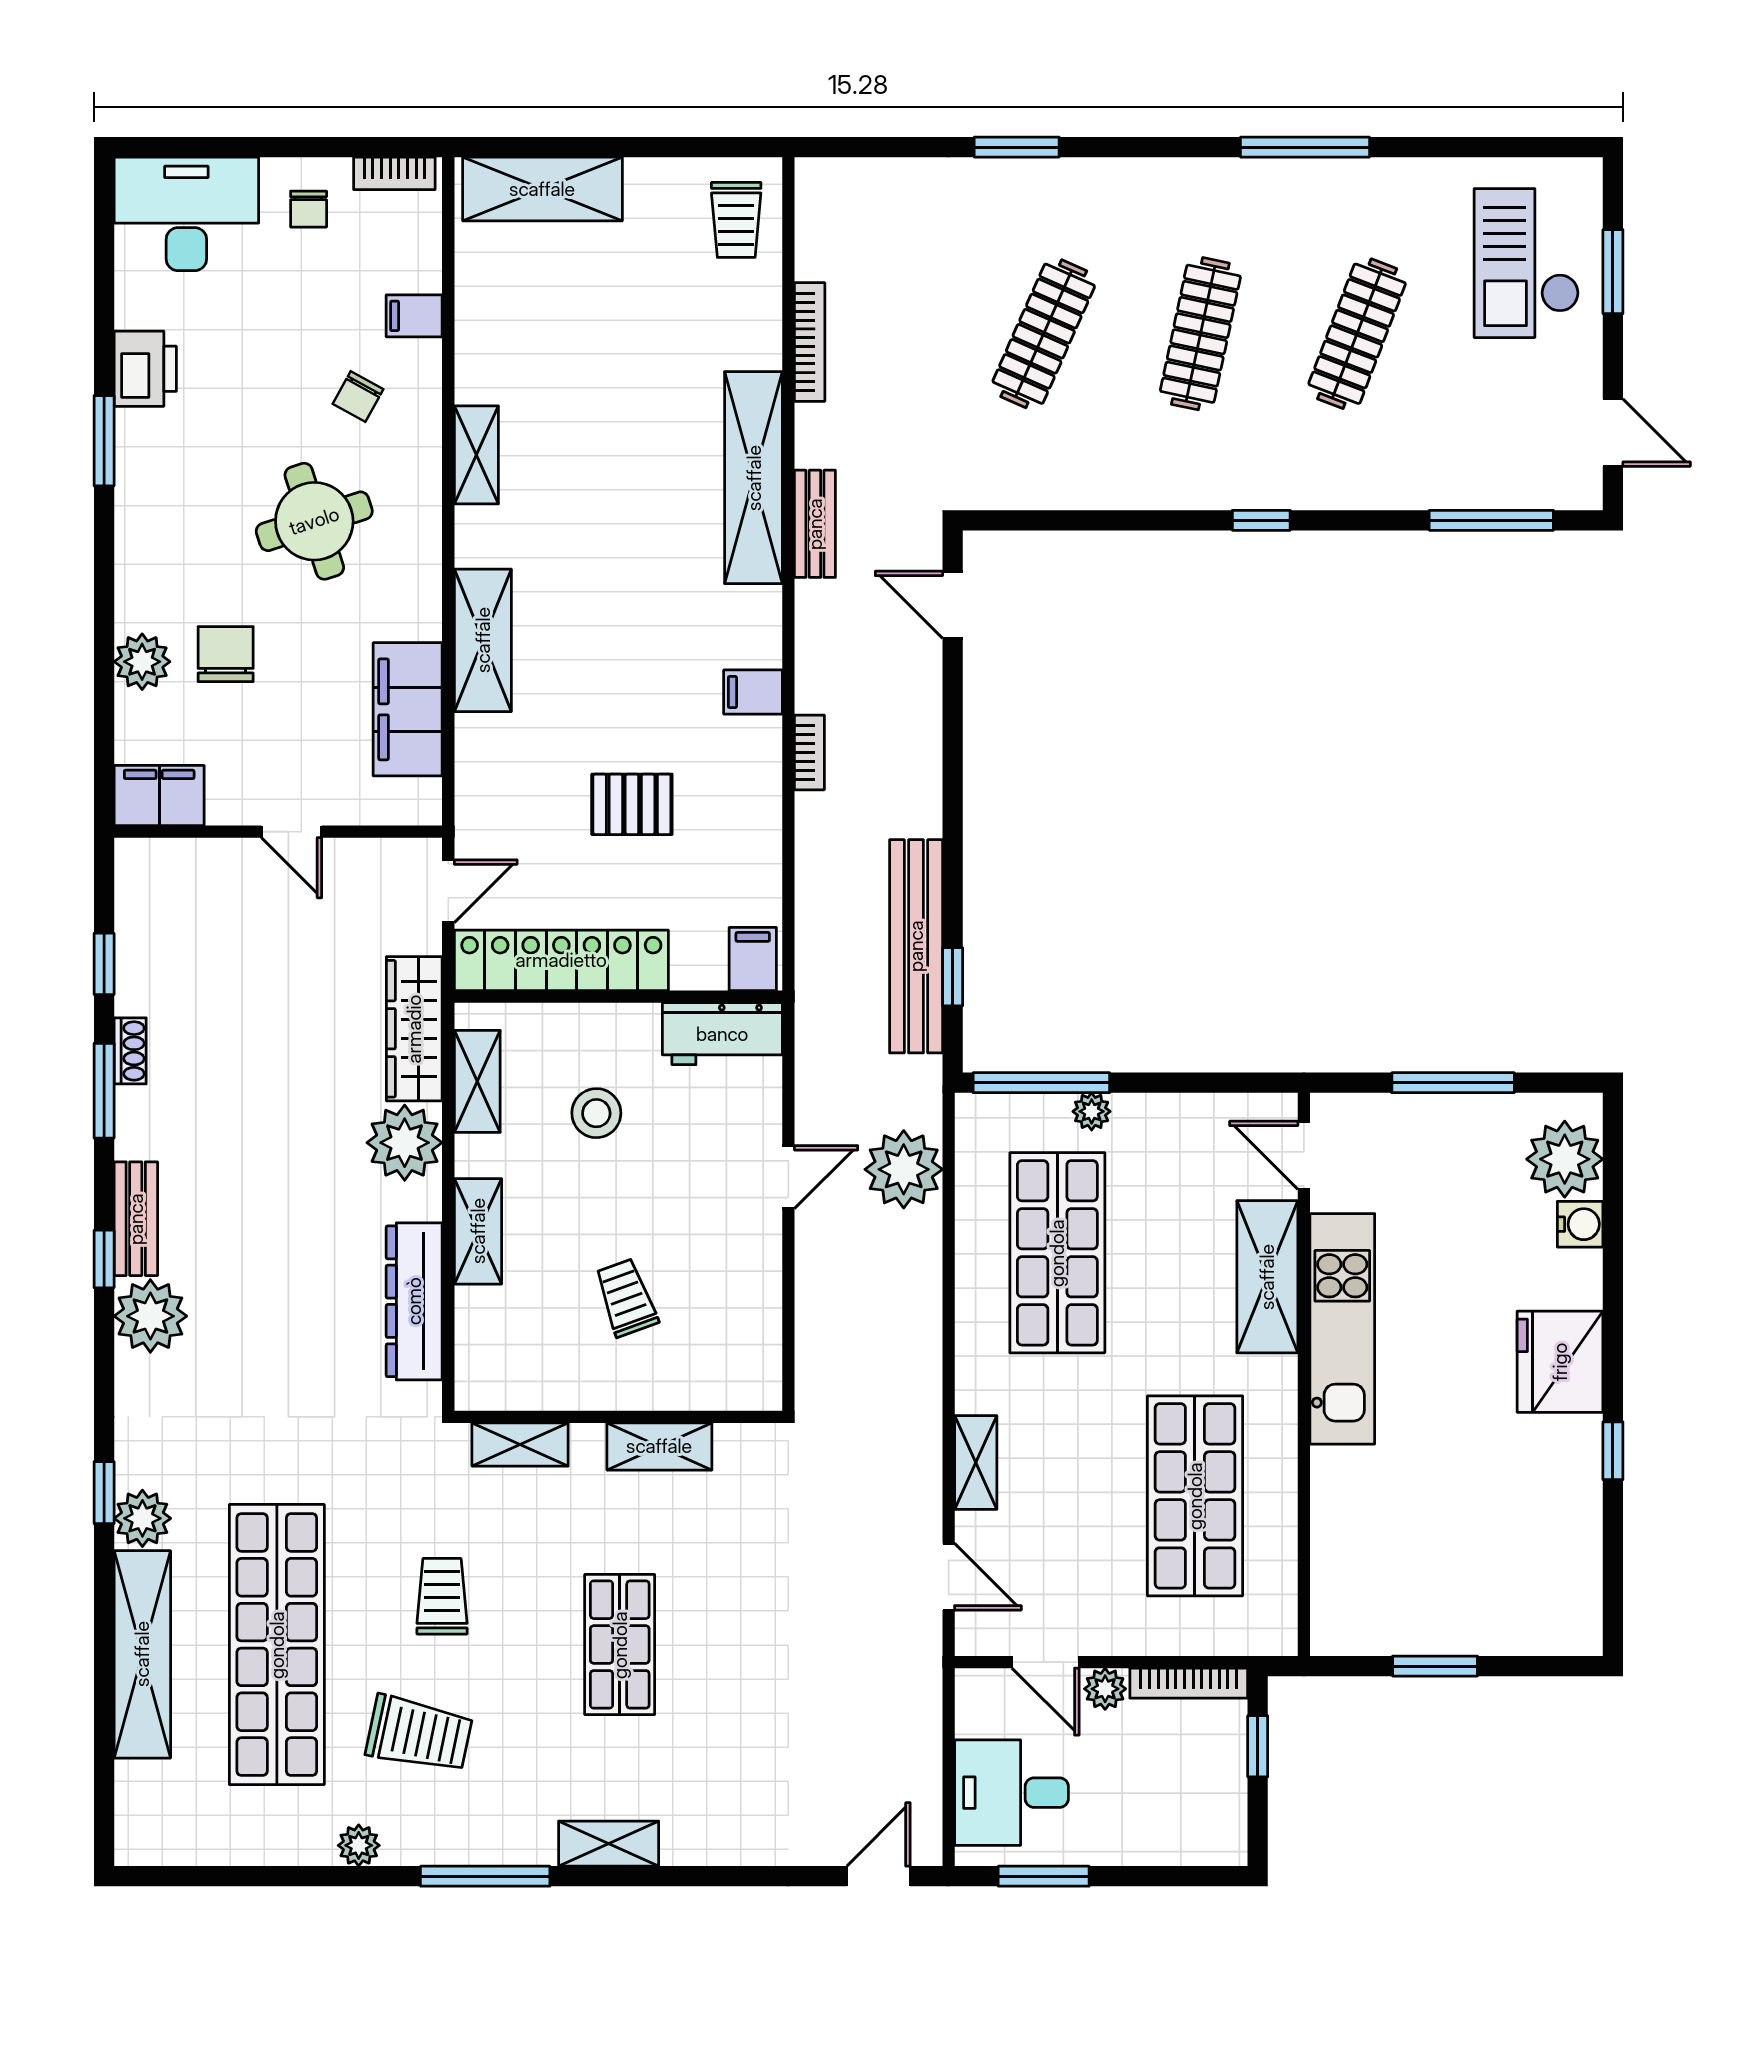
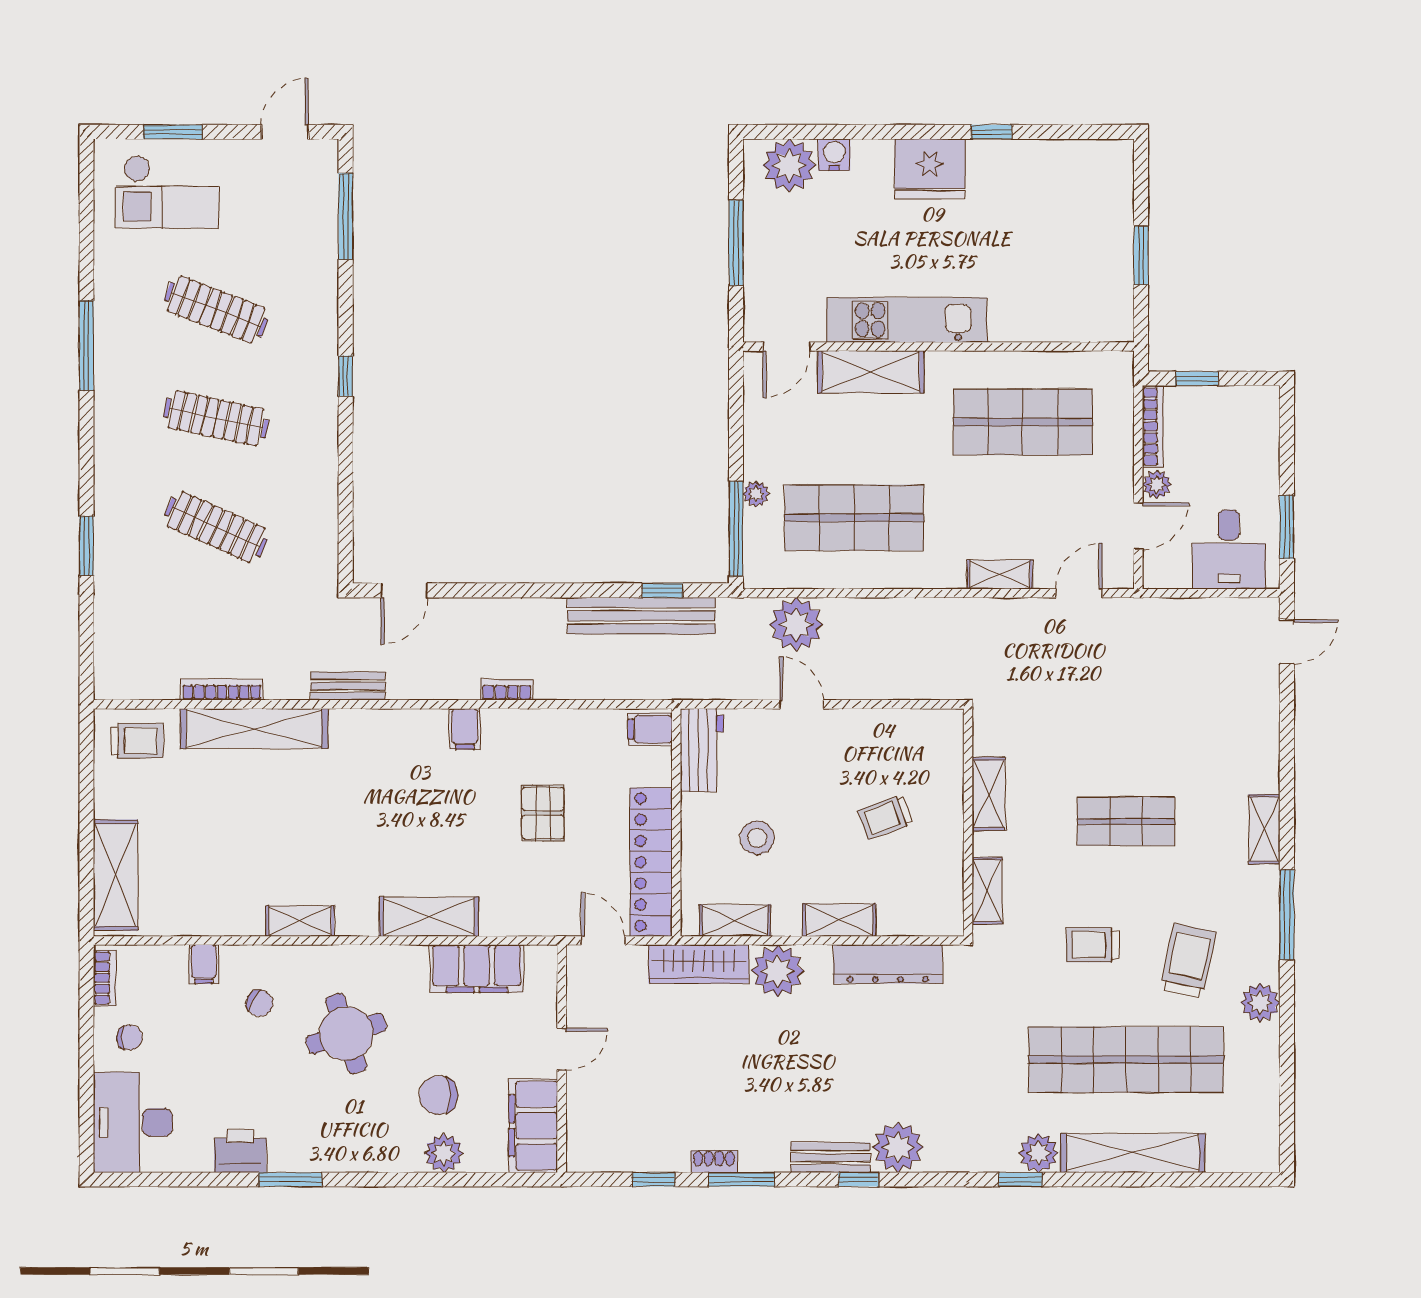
shelving: (754, 478) -> (254, 729), moved
filing cabinet: (159, 795) -> (533, 1126), width x1.50, depth x1.17
plant: (359, 1845) -> (1260, 1003), width x1.38, depth x1.38
door: (879, 1876) -> (1287, 642), swing flipped

